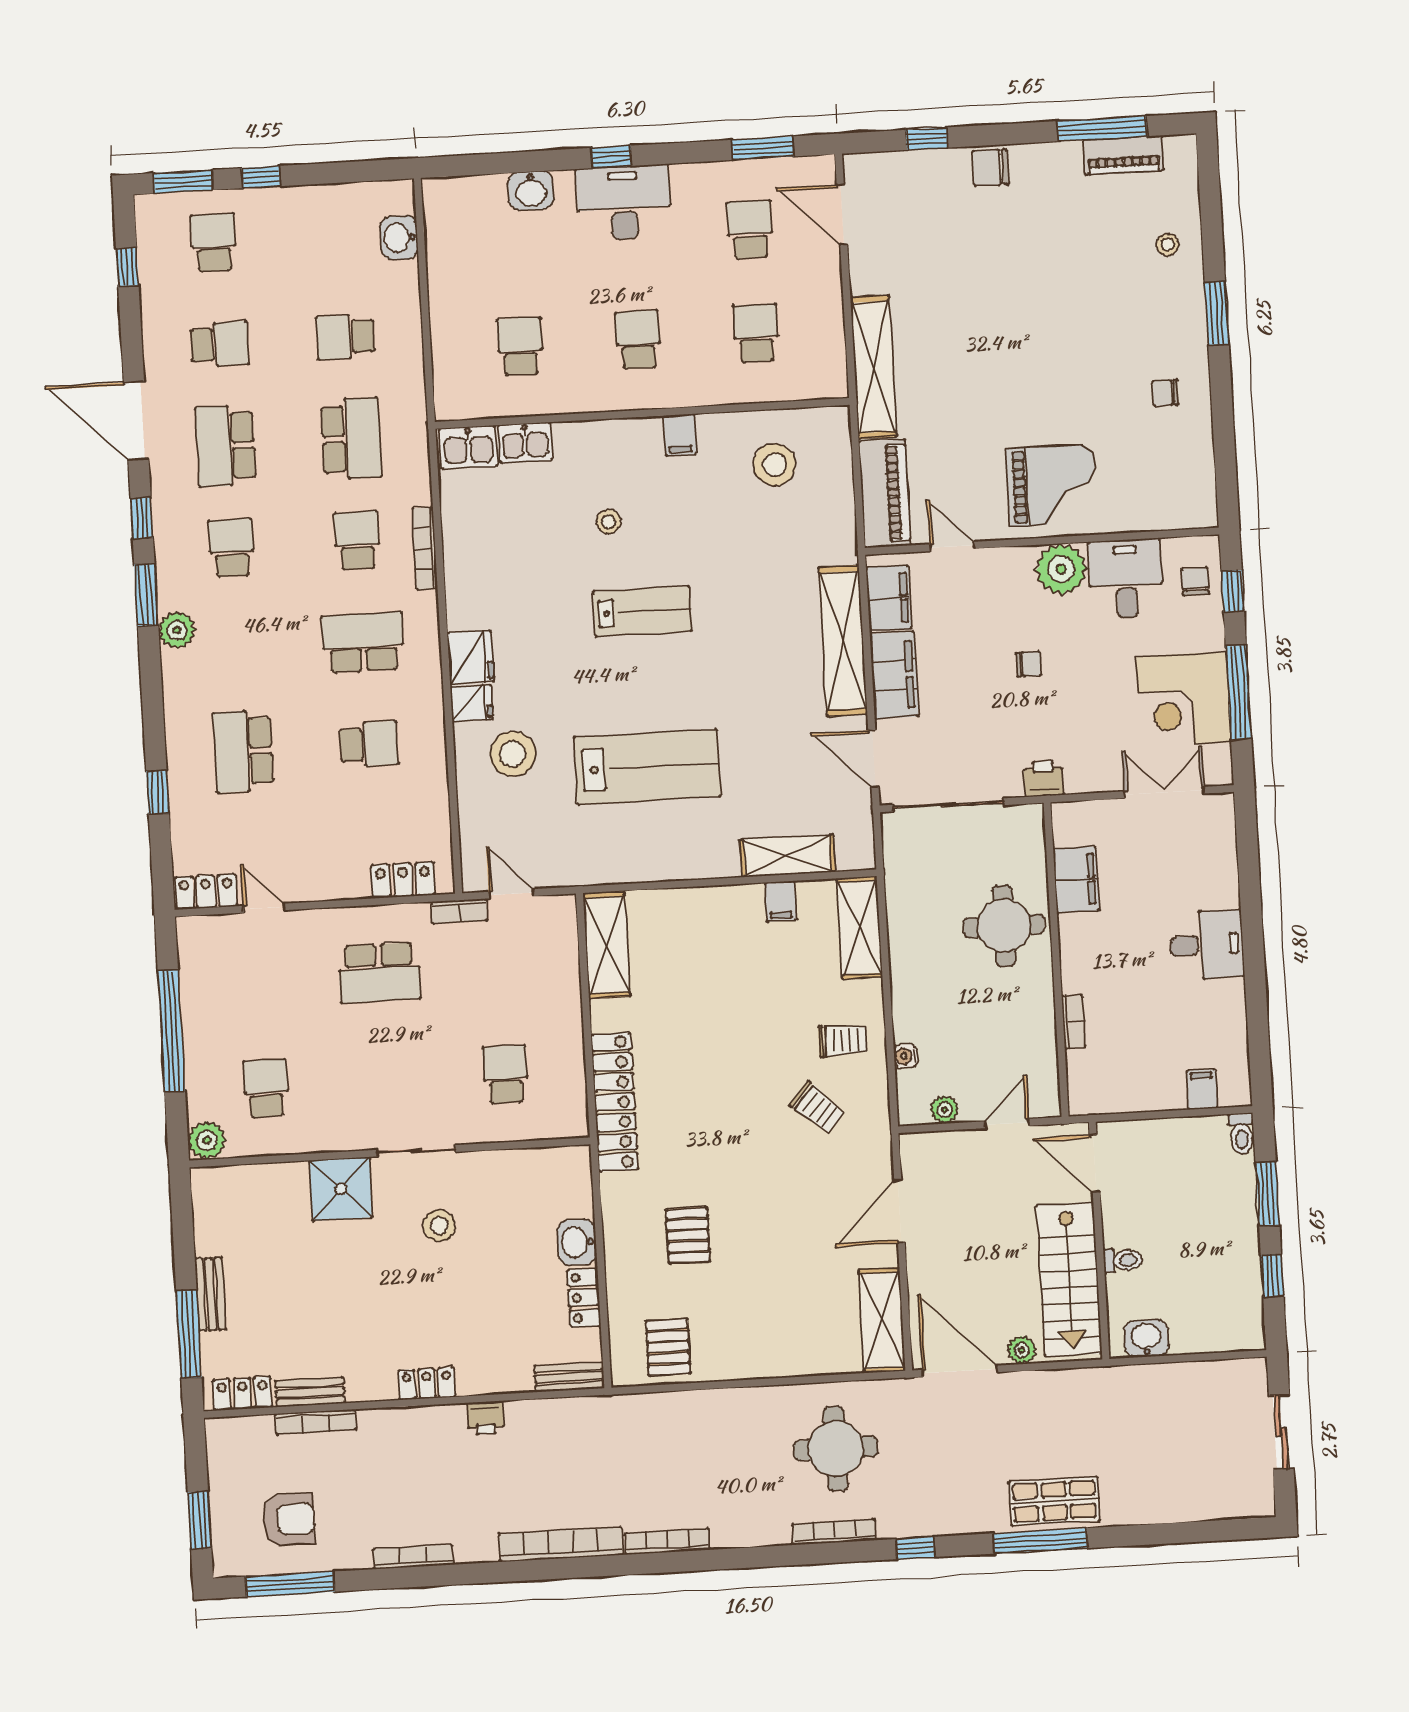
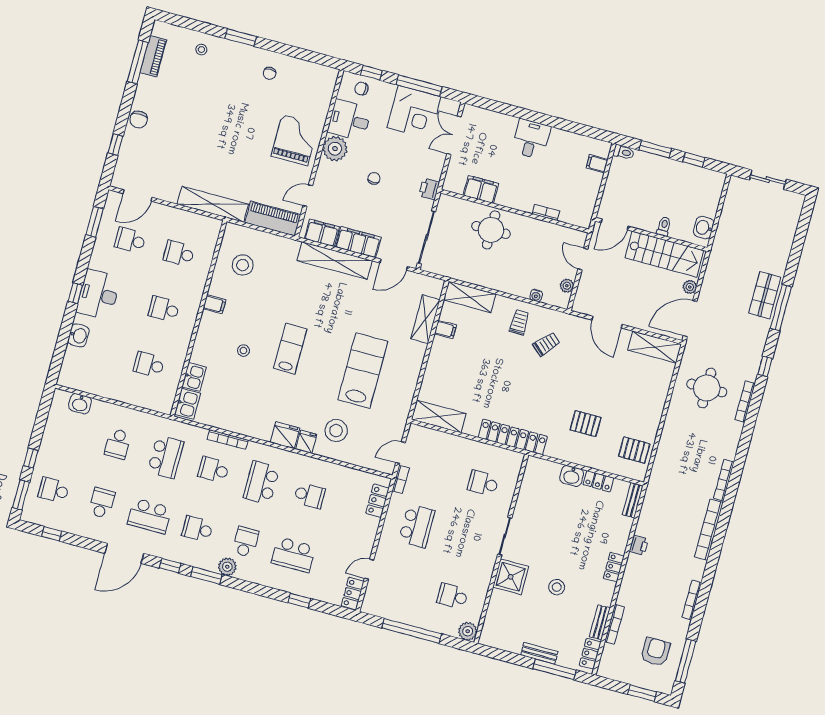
school desk: (351, 439) -> (166, 457), turned 90
school desk: (237, 649) -> (245, 542), added
school desk: (369, 744) -> (309, 496), turned 90
stool: (439, 1226) -> (557, 587), moved

